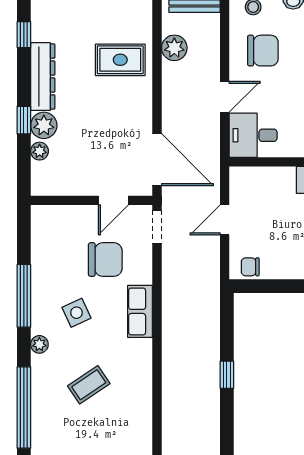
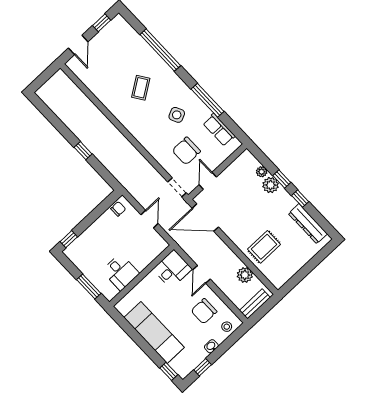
window: (24, 35) -> (300, 199), moved
dresser: (43, 77) -> (308, 224), moved
row of seats: (140, 311) -> (219, 130), moved, turned 180
plant: (39, 344) -> (180, 85), removed

